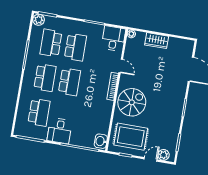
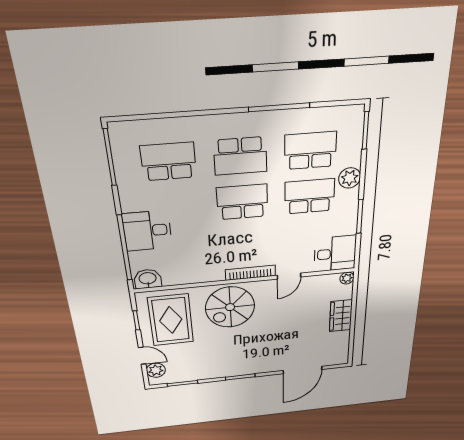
plant: (39, 20) -> (350, 178), moved
school desk: (75, 47) -> (310, 196), turned 180
school desk: (70, 82) -> (242, 202), turned 180
spiral stairs: (132, 102) -> (230, 307), turned 90
school desk: (39, 112) -> (169, 162), turned 180
desk: (60, 131) -> (147, 231), moved

